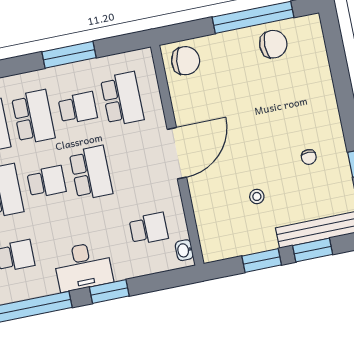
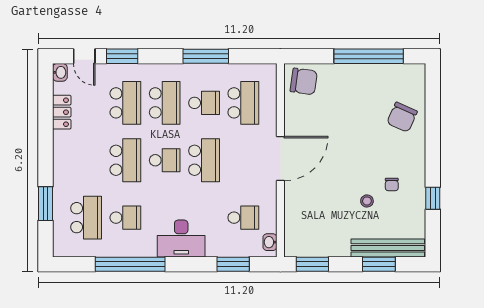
chair: (273, 44) -> (402, 117), moved, turned 114
stool: (257, 196) -> (367, 201), moved
window: (262, 260) -> (312, 264), moved
window: (109, 291) -> (233, 264), moved

